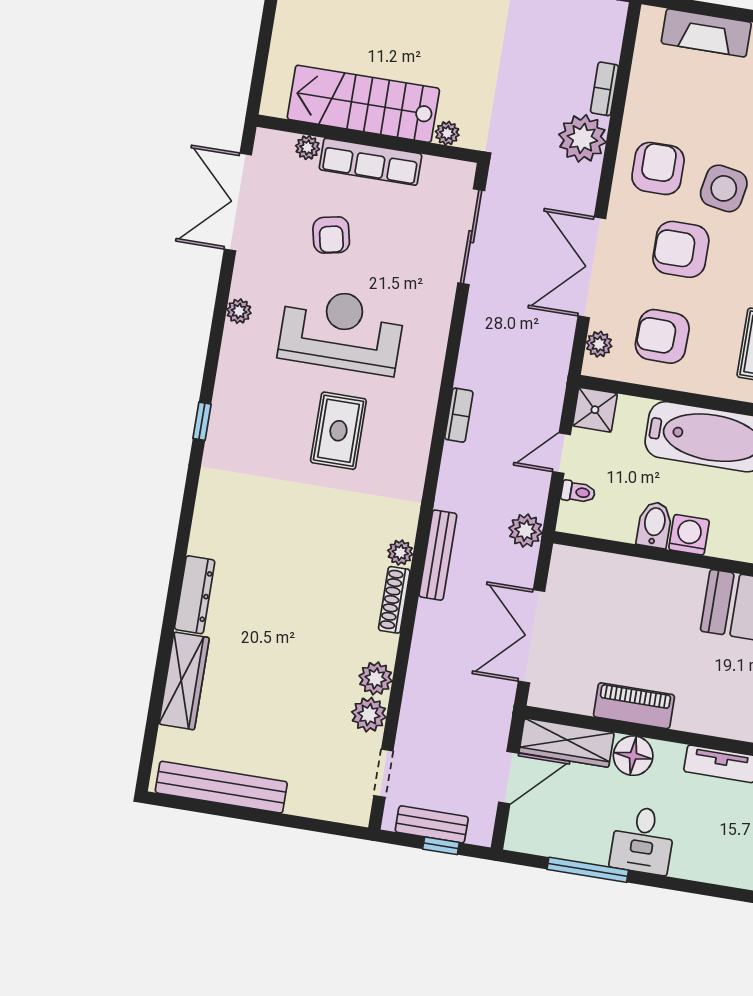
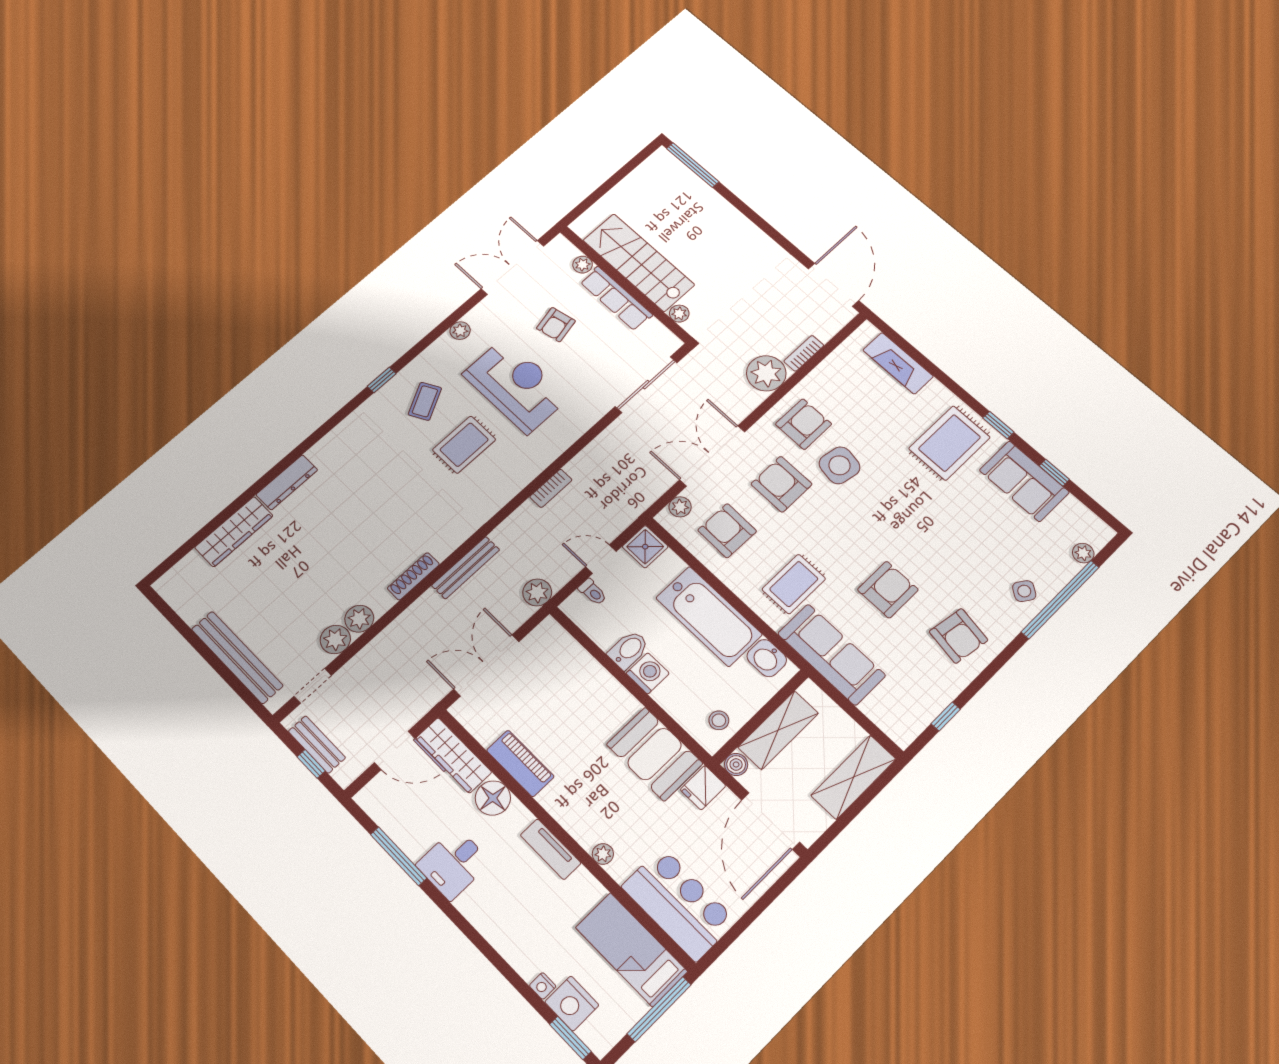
coffee table: (264, 413) -> (425, 401), added
plant: (400, 552) -> (442, 549), removed
bench: (221, 787) -> (237, 657), moved

